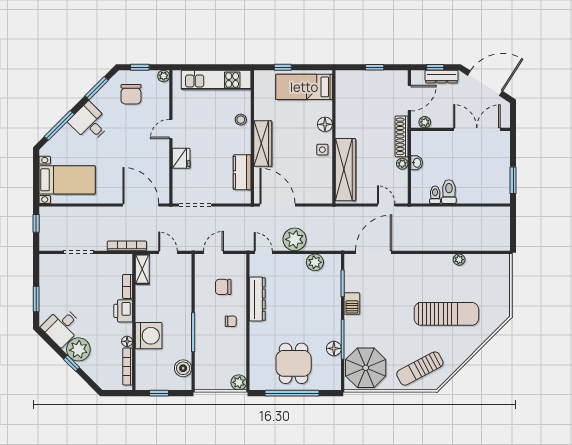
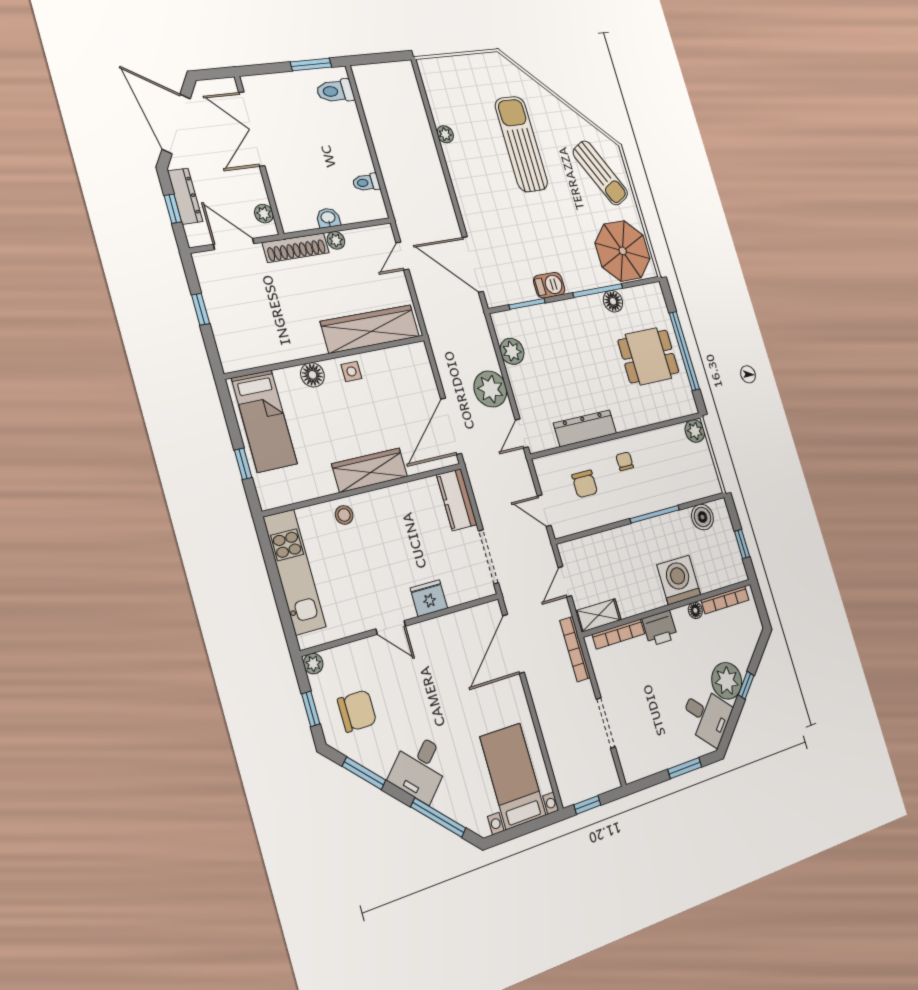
kitchen counter: (242, 172) -> (457, 500), moved, turned 90
toilet: (449, 192) -> (335, 91), moved
bookcase: (128, 286) -> (618, 634), width x1.56

